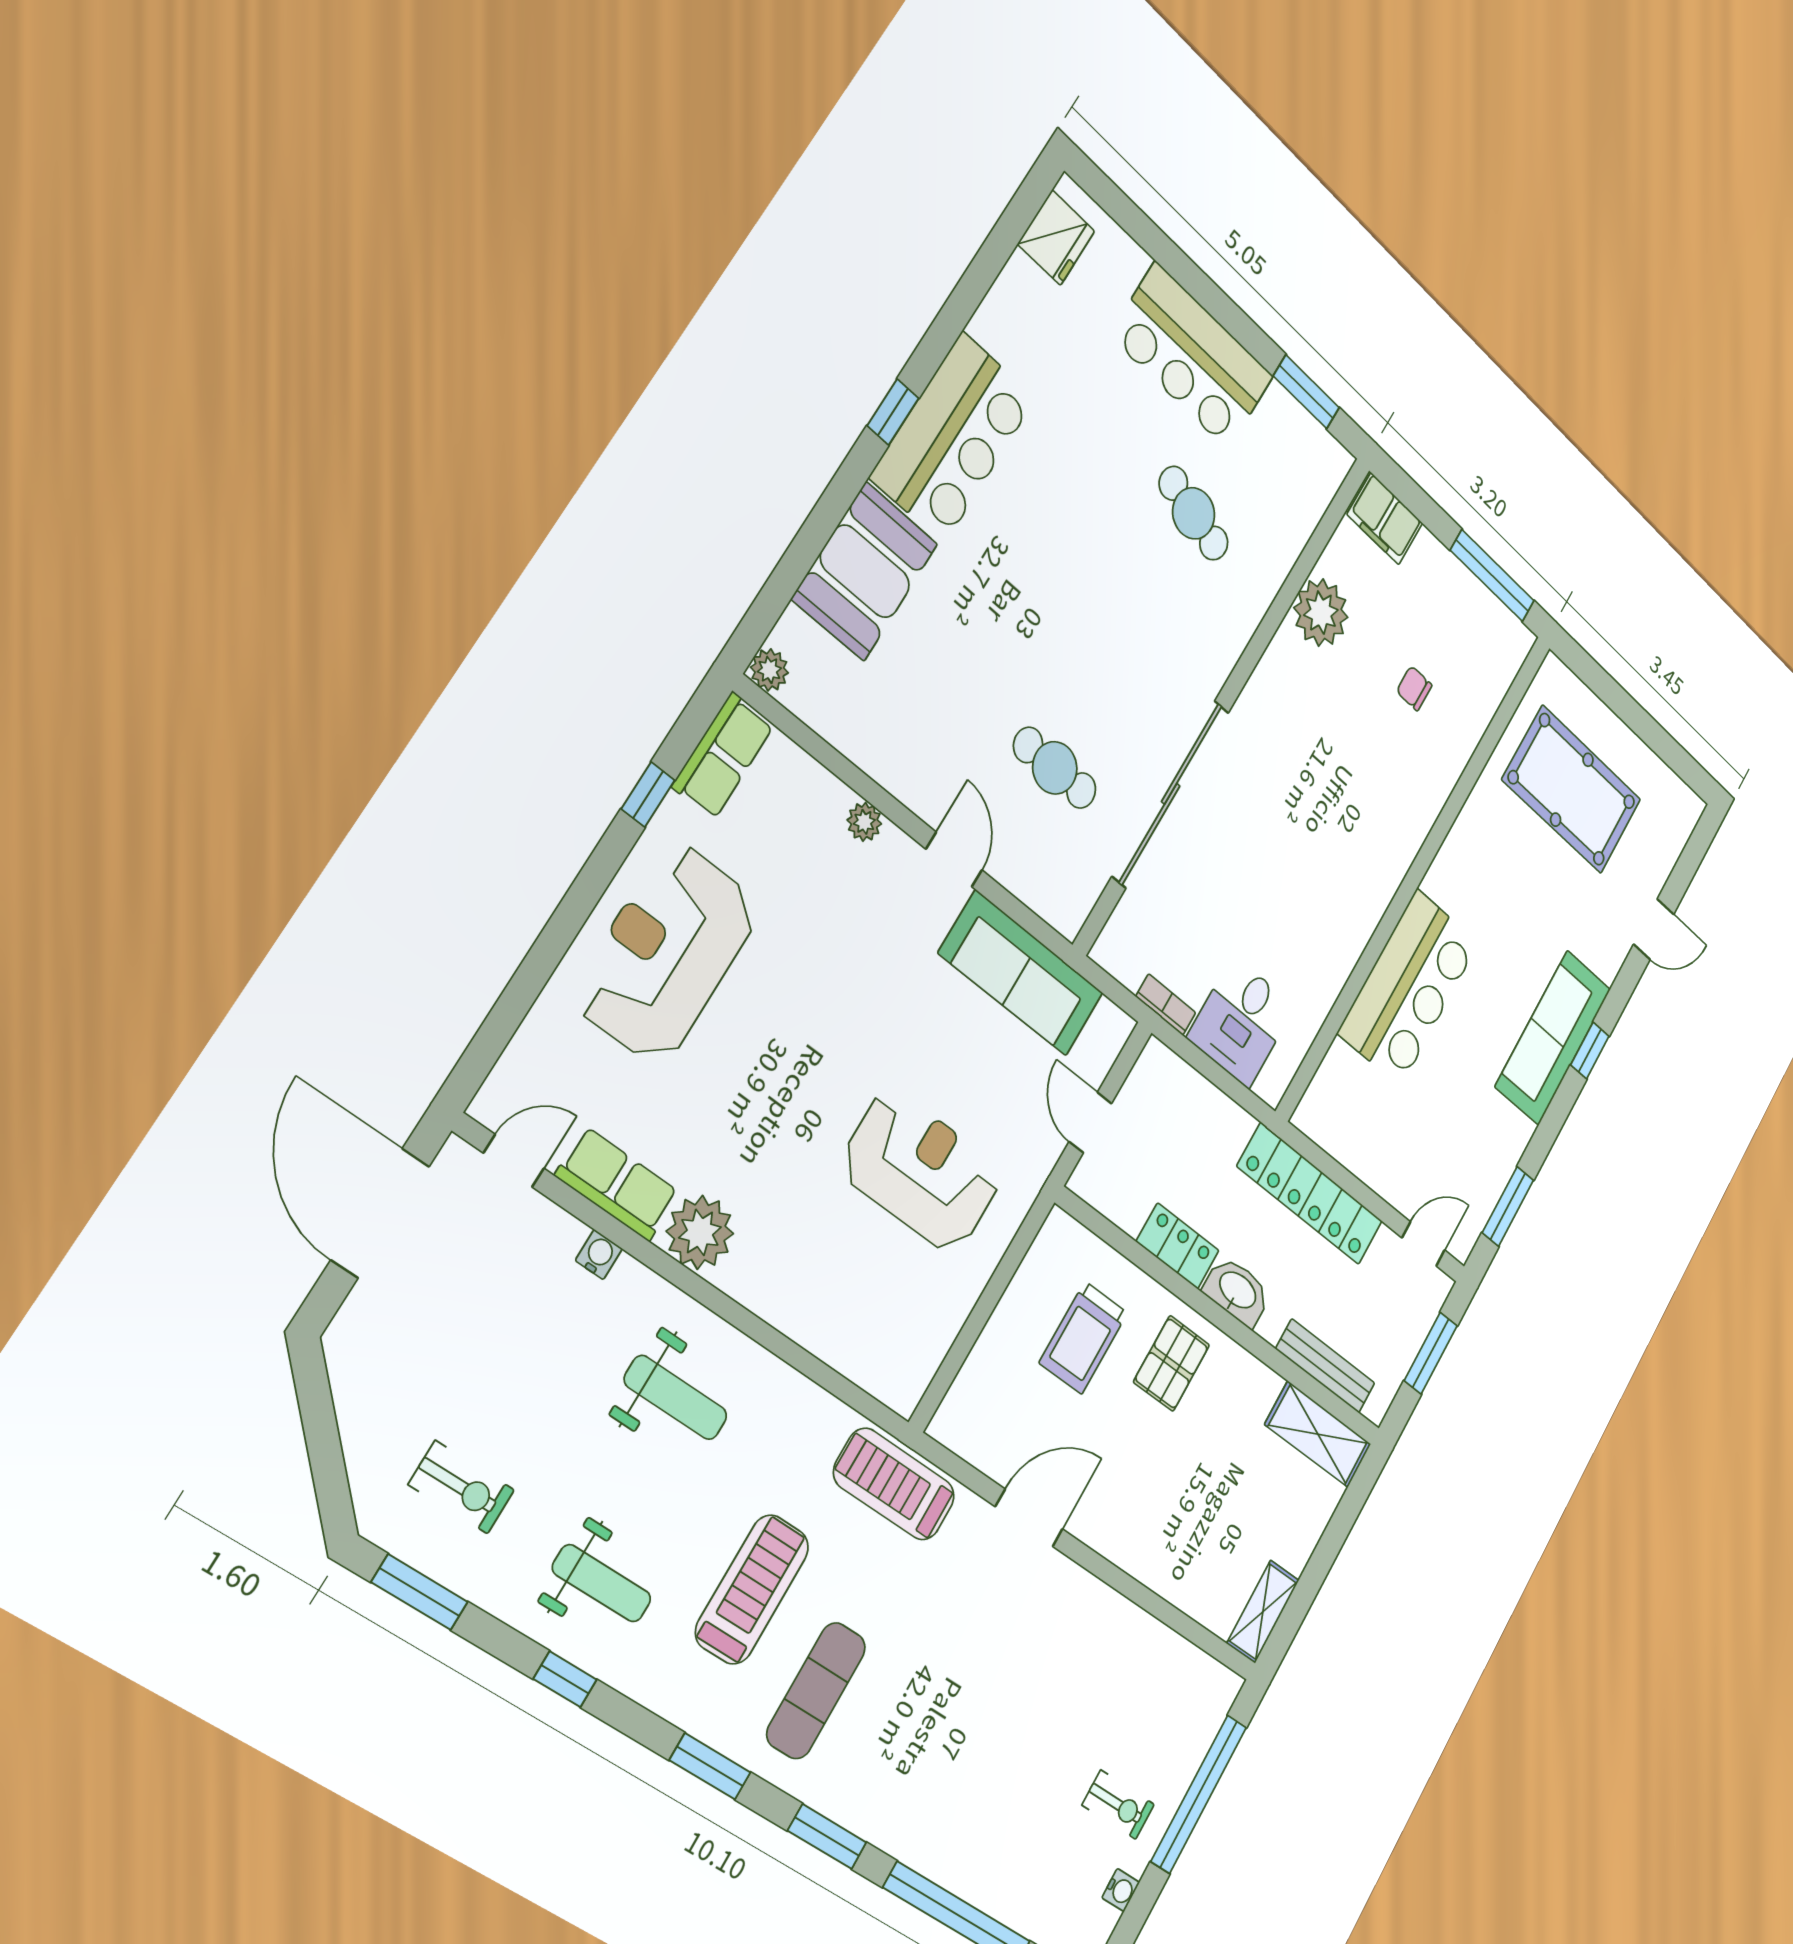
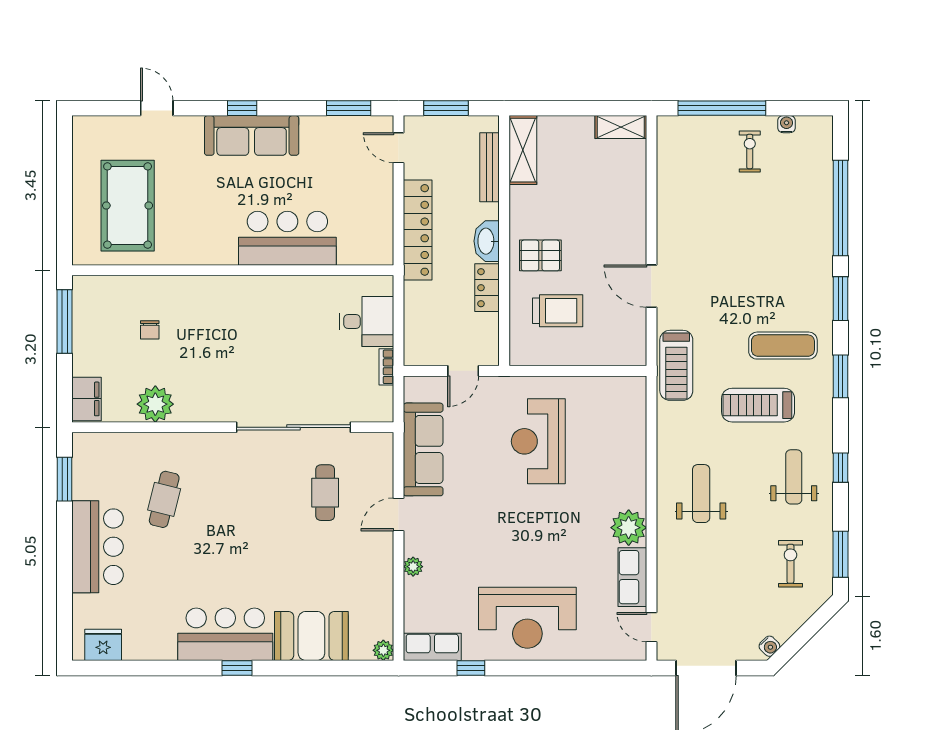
water cooler: (599, 1255) -> (769, 646), moved, turned -135

